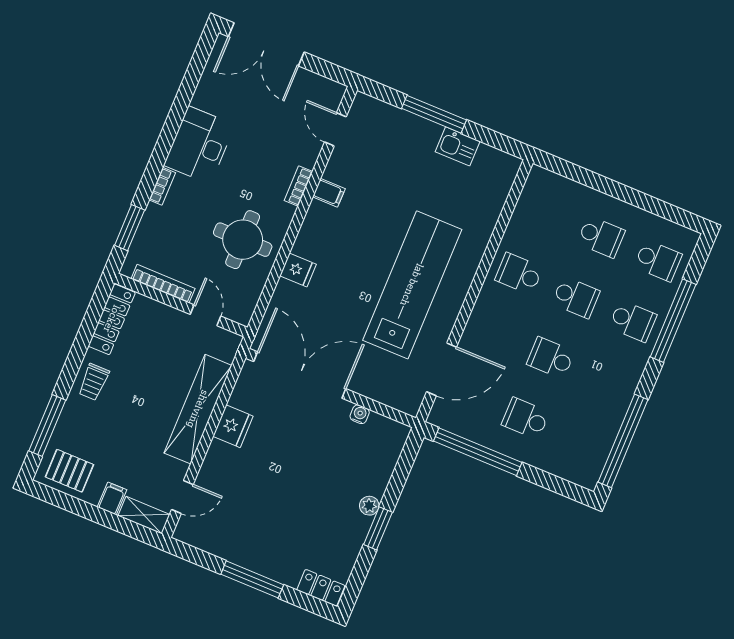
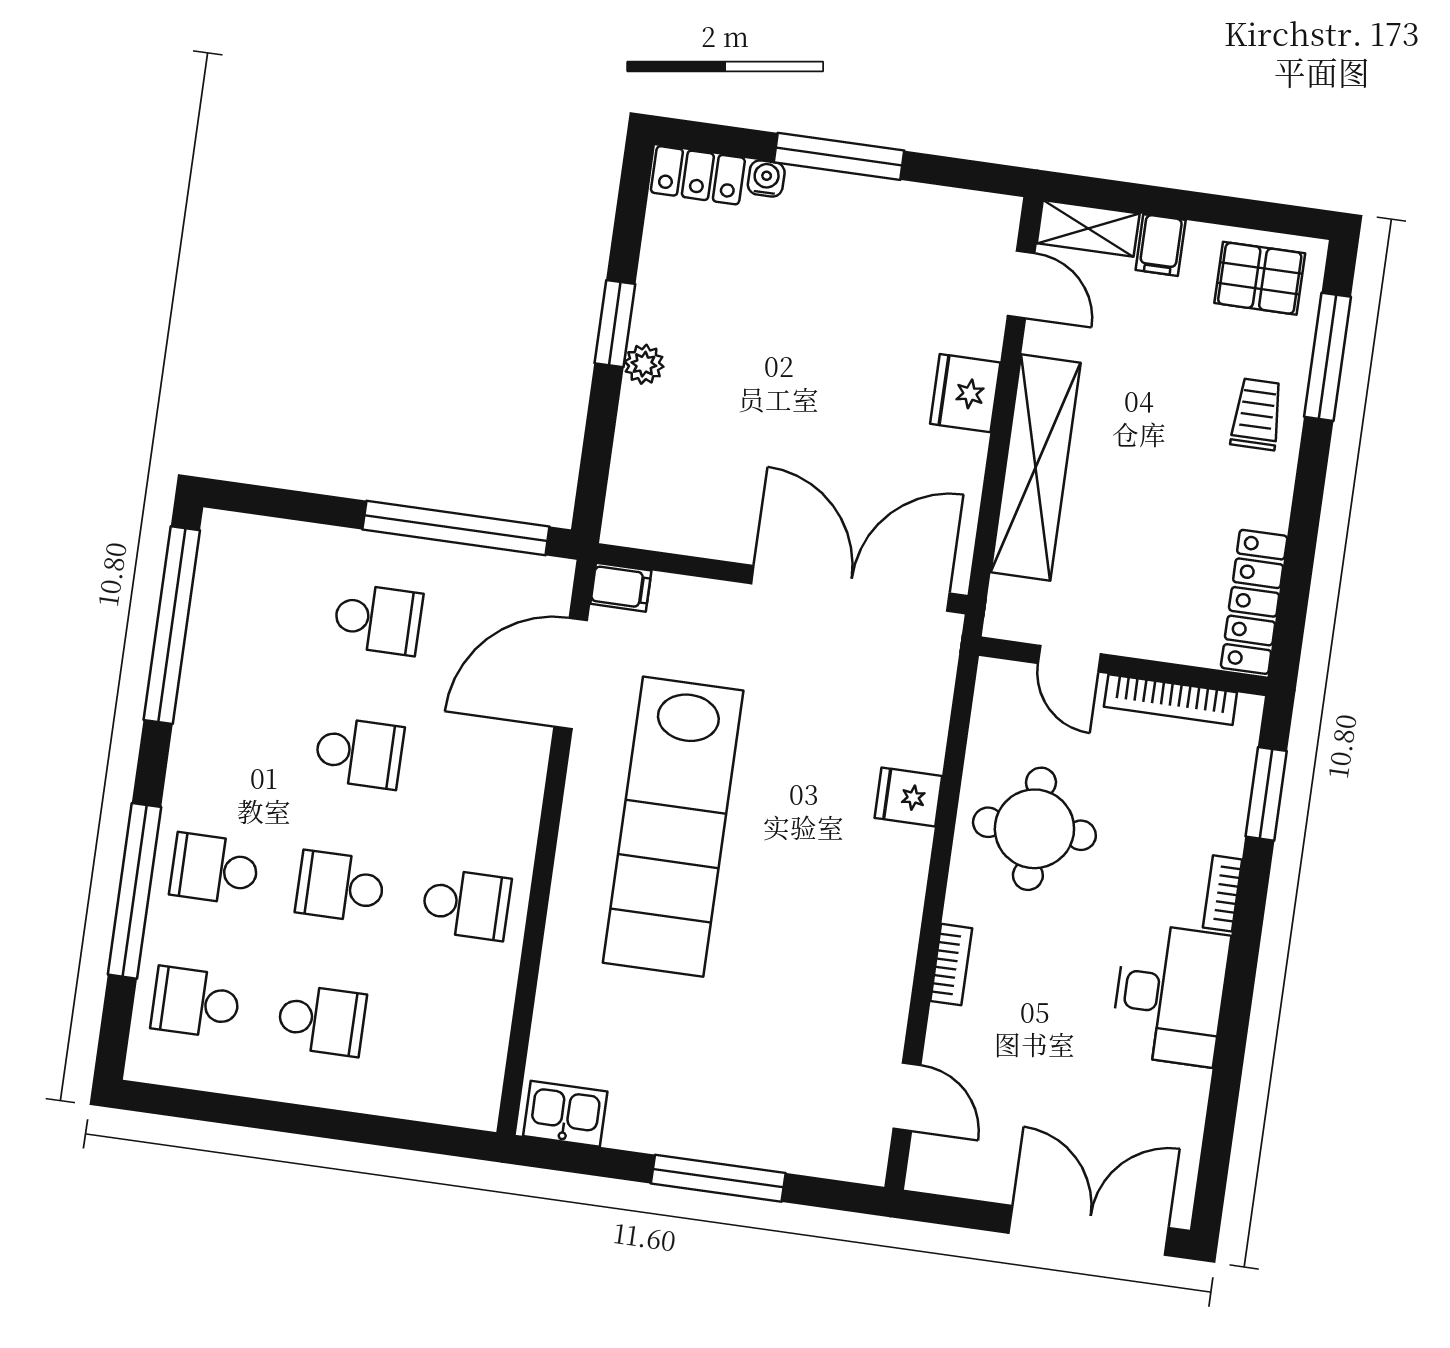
kitchen sink: (458, 146) -> (565, 1114), moved
filing cabinet: (329, 193) -> (621, 587), moved, turned 180
school desk: (601, 237) -> (322, 1020), turned 180
double door: (300, 375) -> (850, 588), swing flipped
trolley: (94, 382) -> (1257, 414), moved
water cooler: (360, 414) -> (766, 179), moved, turned 180
fridge: (233, 426) -> (965, 393), moved
door: (182, 497) -> (1021, 284), swing flipped

